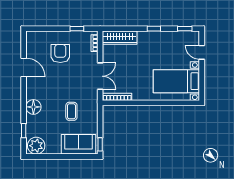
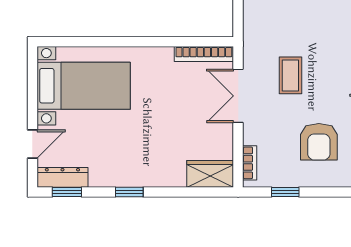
dresser: (187, 36) -> (62, 177), added
wardrobe: (120, 38) -> (210, 174), width x0.67
door: (202, 52) -> (32, 144), hinge flipped
coffee table: (71, 111) -> (290, 75), moved

